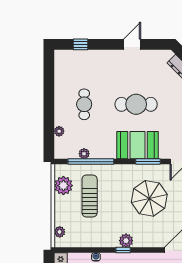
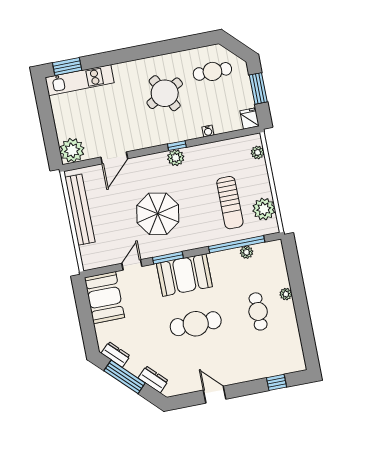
door: (132, 44) -> (215, 395), swing flipped
plant: (59, 131) -> (286, 294), moved

